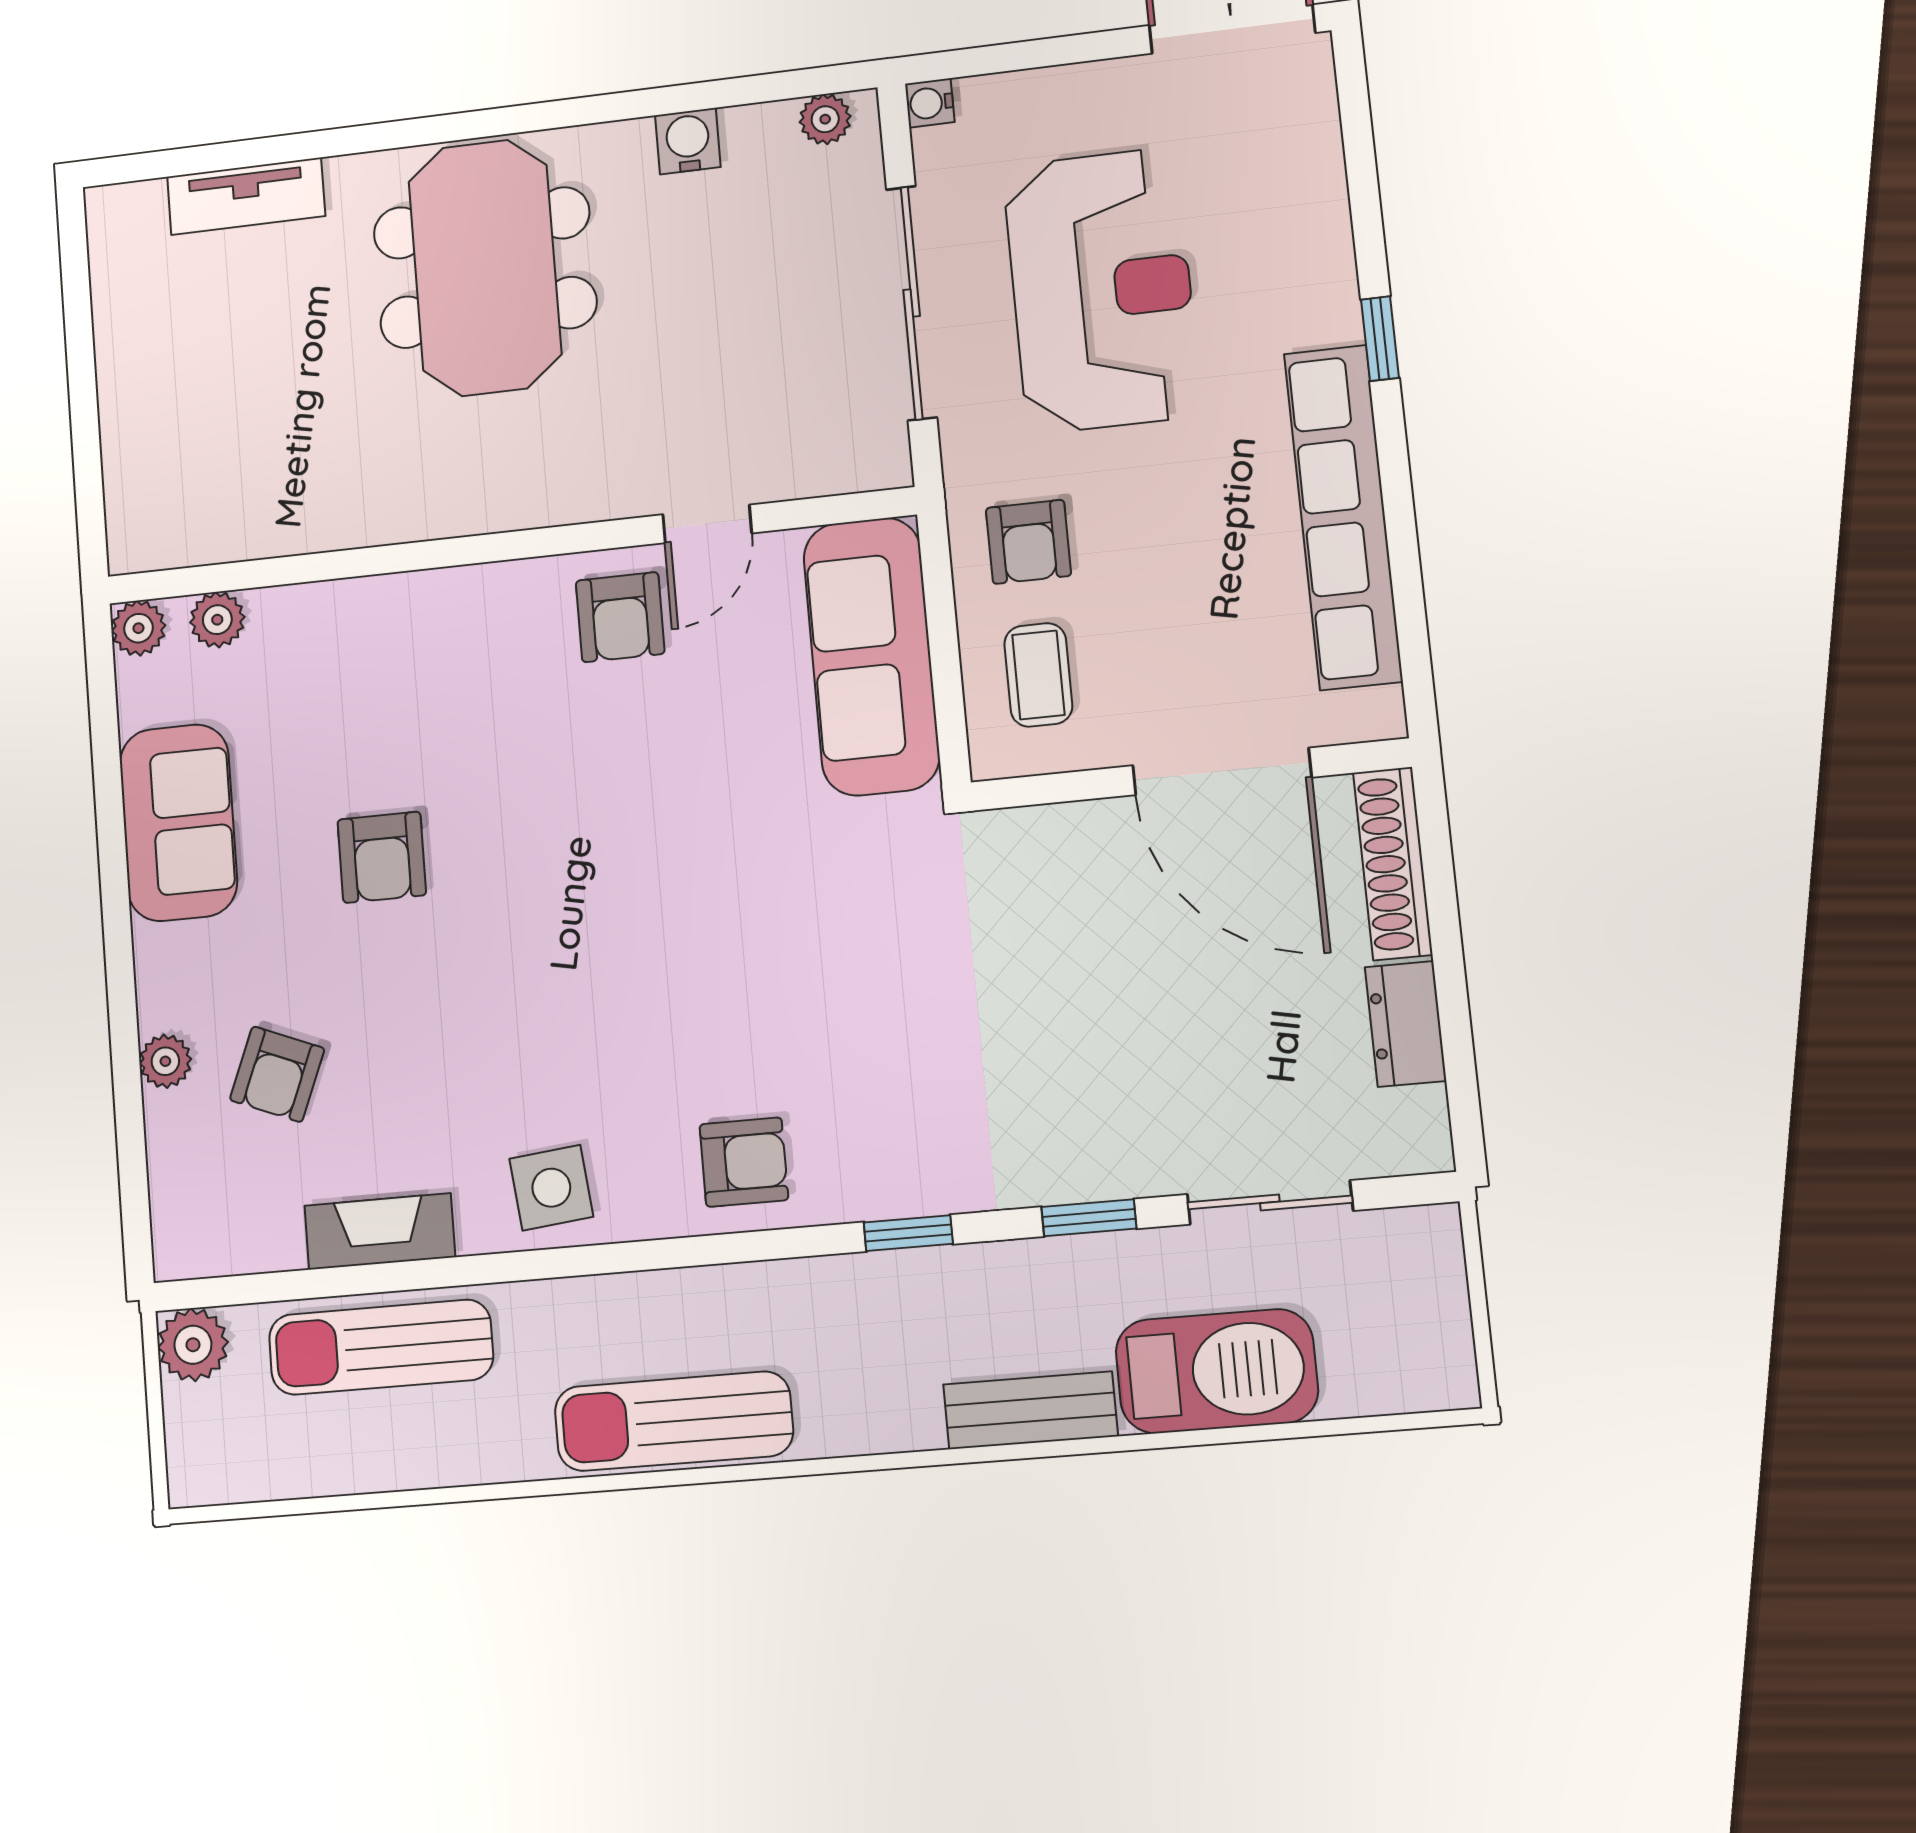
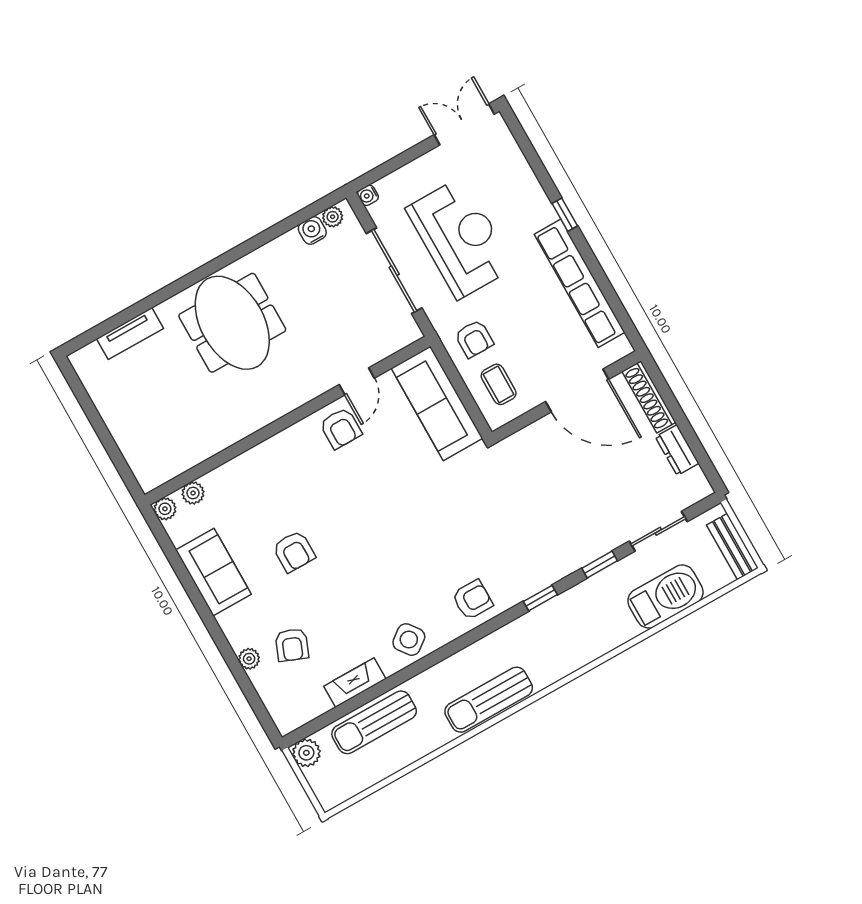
water cooler: (688, 141) -> (312, 230), moved
side table: (551, 1188) -> (409, 640), turned -31
bench: (1030, 1410) -> (732, 547), moved, turned 90

